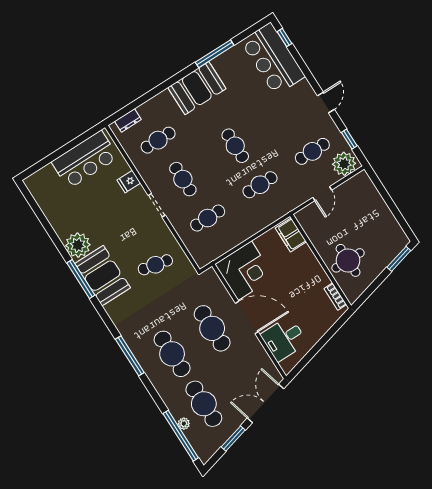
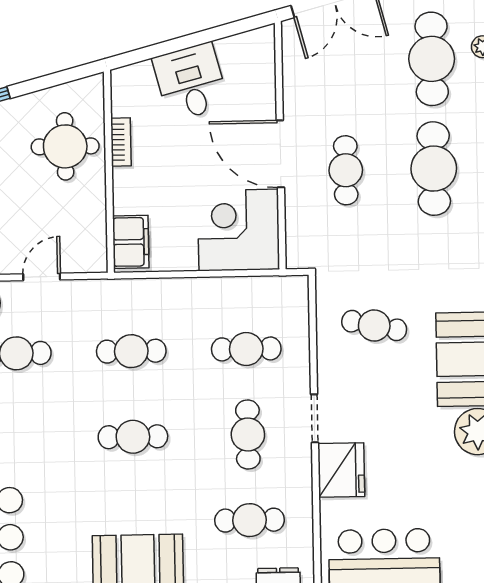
cafe table: (235, 146) -> (133, 437), turned 90
fridge: (129, 182) -> (341, 470), width x1.88, depth x1.34
bookcase: (335, 296) -> (121, 142), moved
cafe table: (212, 328) -> (346, 170), width x0.73, depth x0.74
desk: (284, 339) -> (191, 82), moved, turned -105

